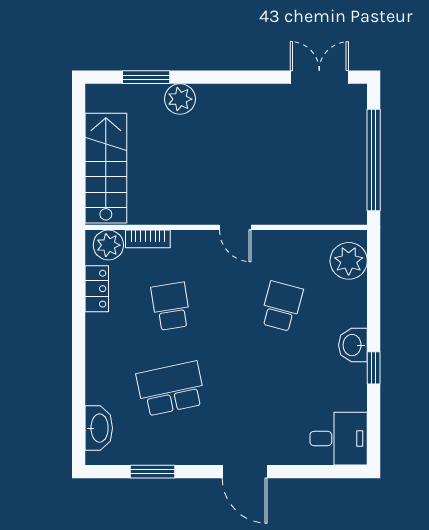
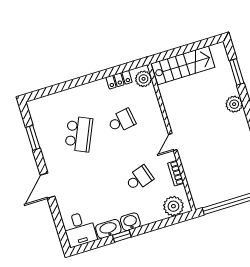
plant: (180, 99) -> (234, 104), moved
bookcase: (148, 239) -> (176, 173), moved
school desk: (282, 306) -> (139, 178), turned -33
school desk: (171, 389) -> (79, 134), turned 36
washbasin: (99, 428) -> (108, 229), moved, turned 180

